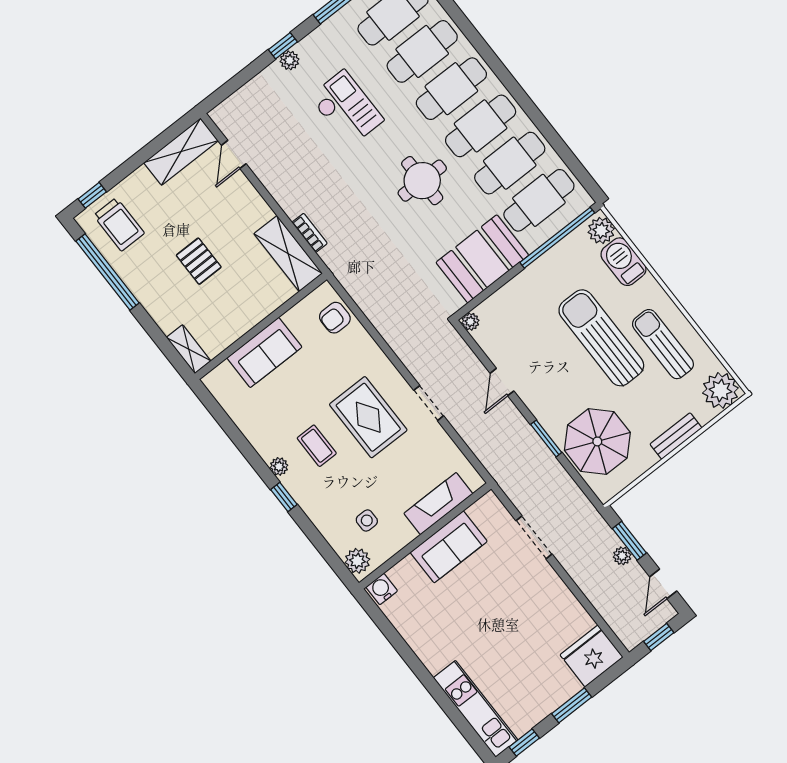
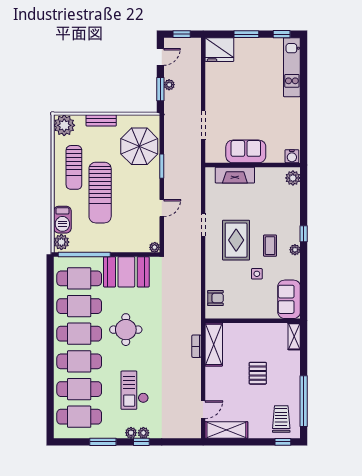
plant: (306, 47) -> (131, 433), added
sofa: (264, 352) -> (289, 299), moved, turned -90
side table: (367, 520) -> (257, 274), moved

